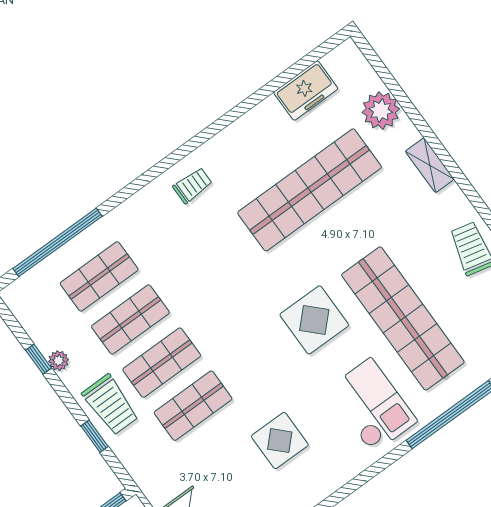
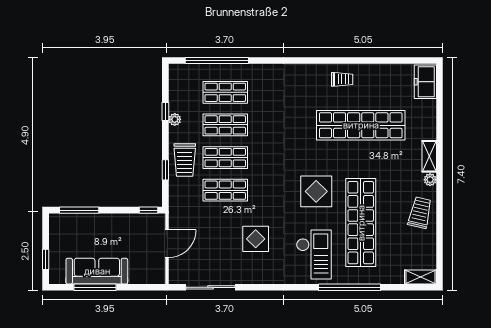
freezer: (306, 90) -> (425, 82), moved, turned 90
plant: (381, 111) -> (430, 180), moved, width x0.53, depth x0.53
trolley: (193, 185) -> (342, 79), moved

